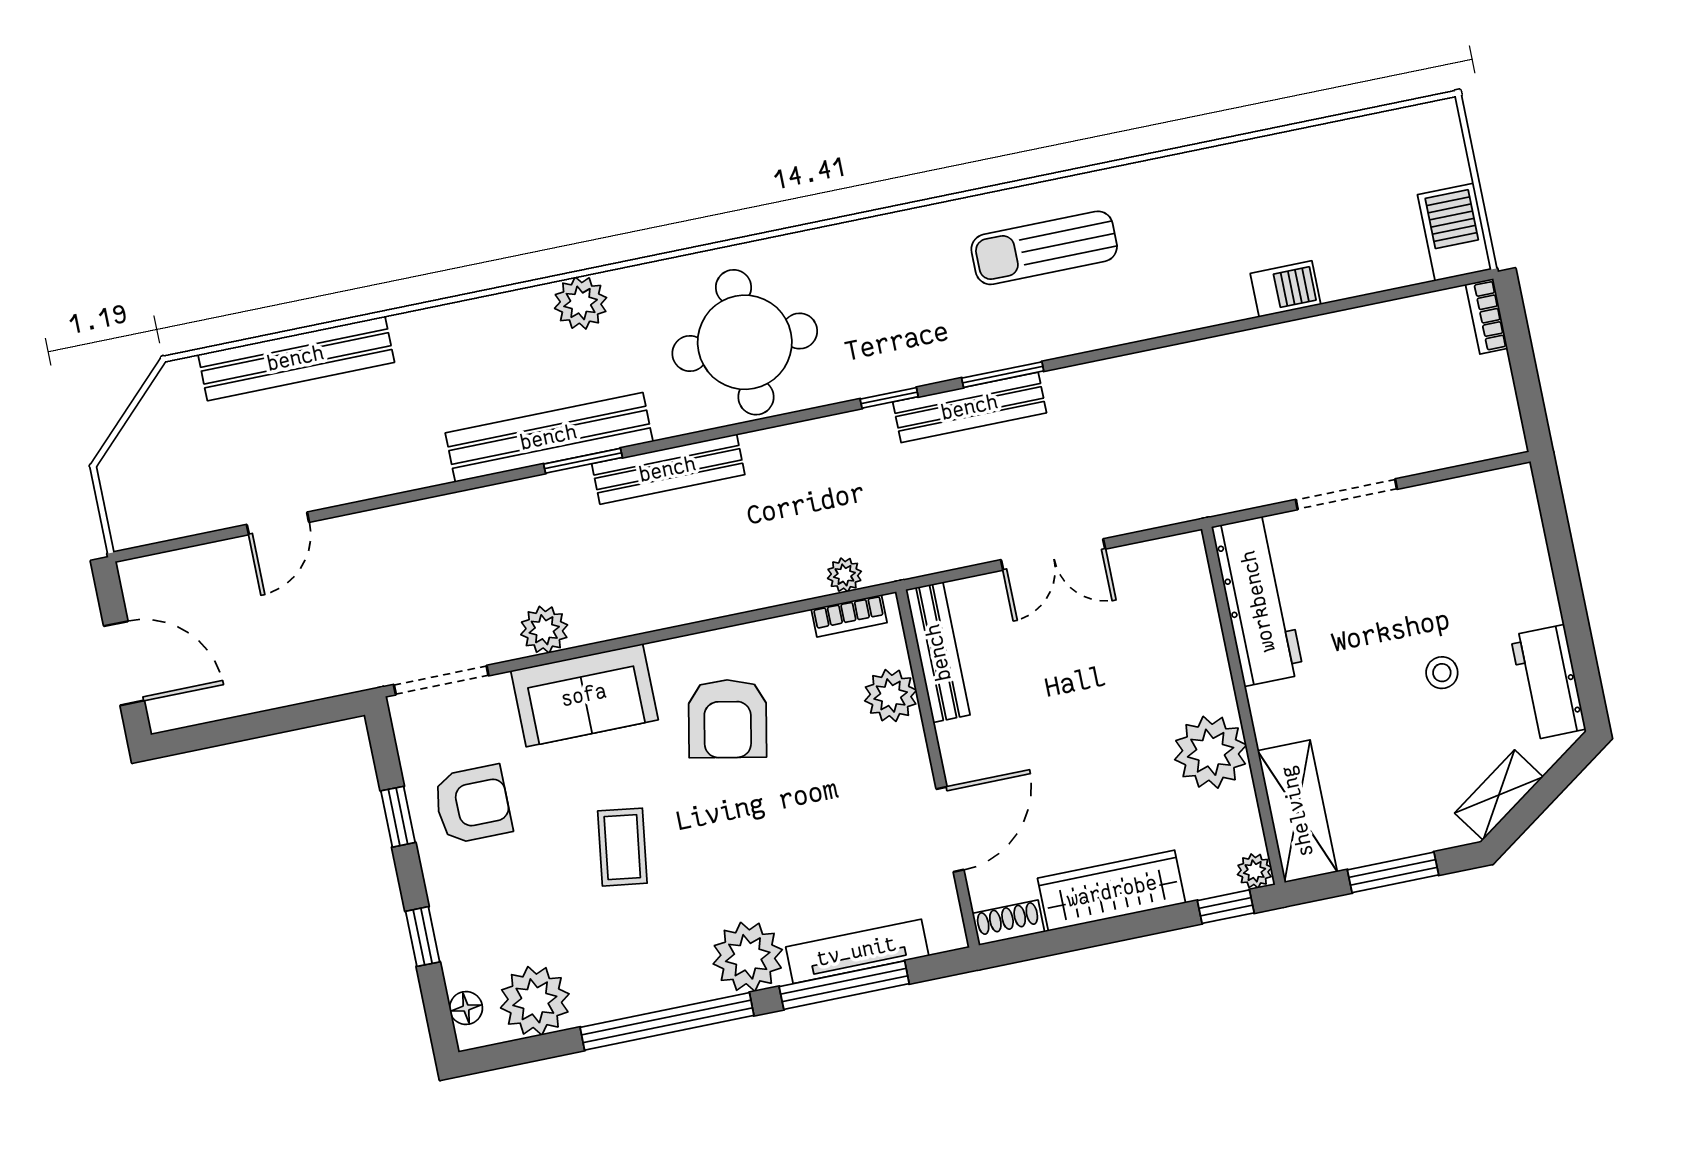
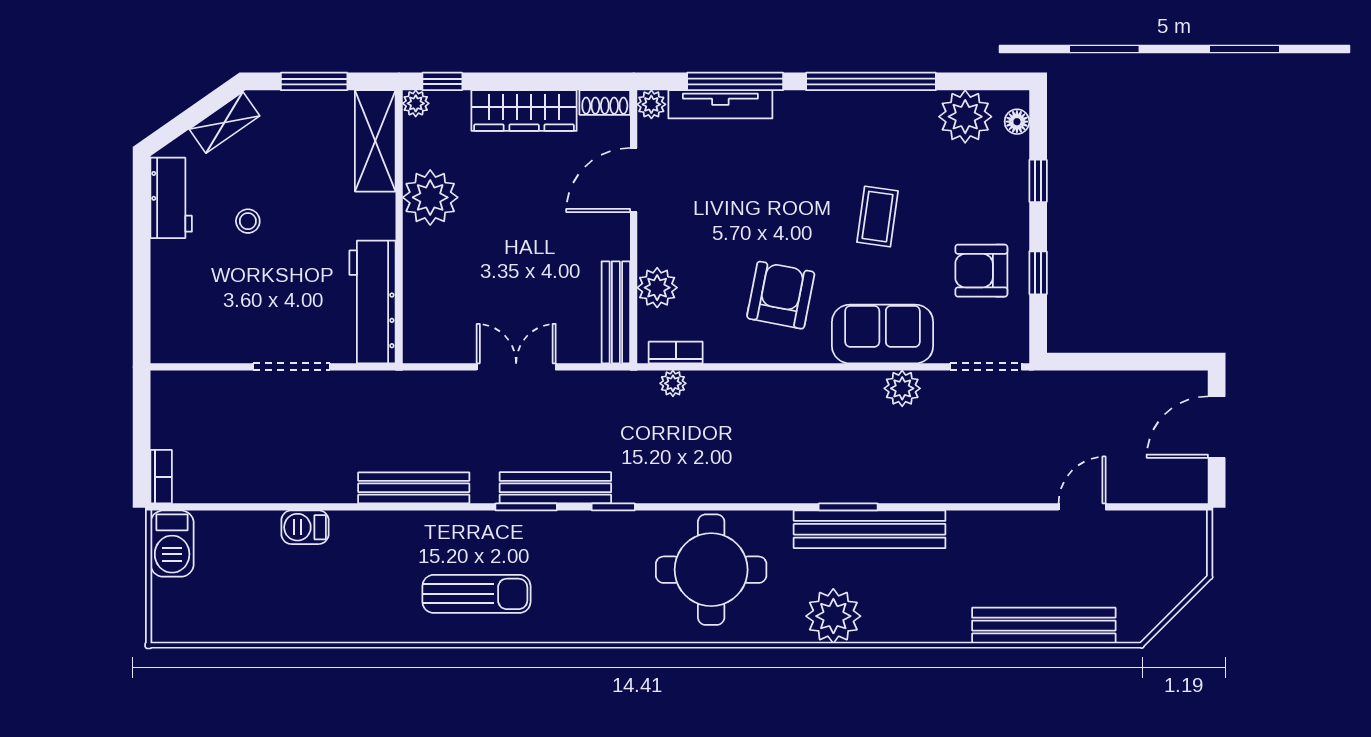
plant: (581, 303) -> (833, 616), width x1.36, depth x1.36
bench: (668, 469) -> (414, 488), moved
door: (124, 663) -> (1217, 427), hinge flipped
plant: (748, 957) -> (651, 104), moved, width x0.53, depth x0.53

